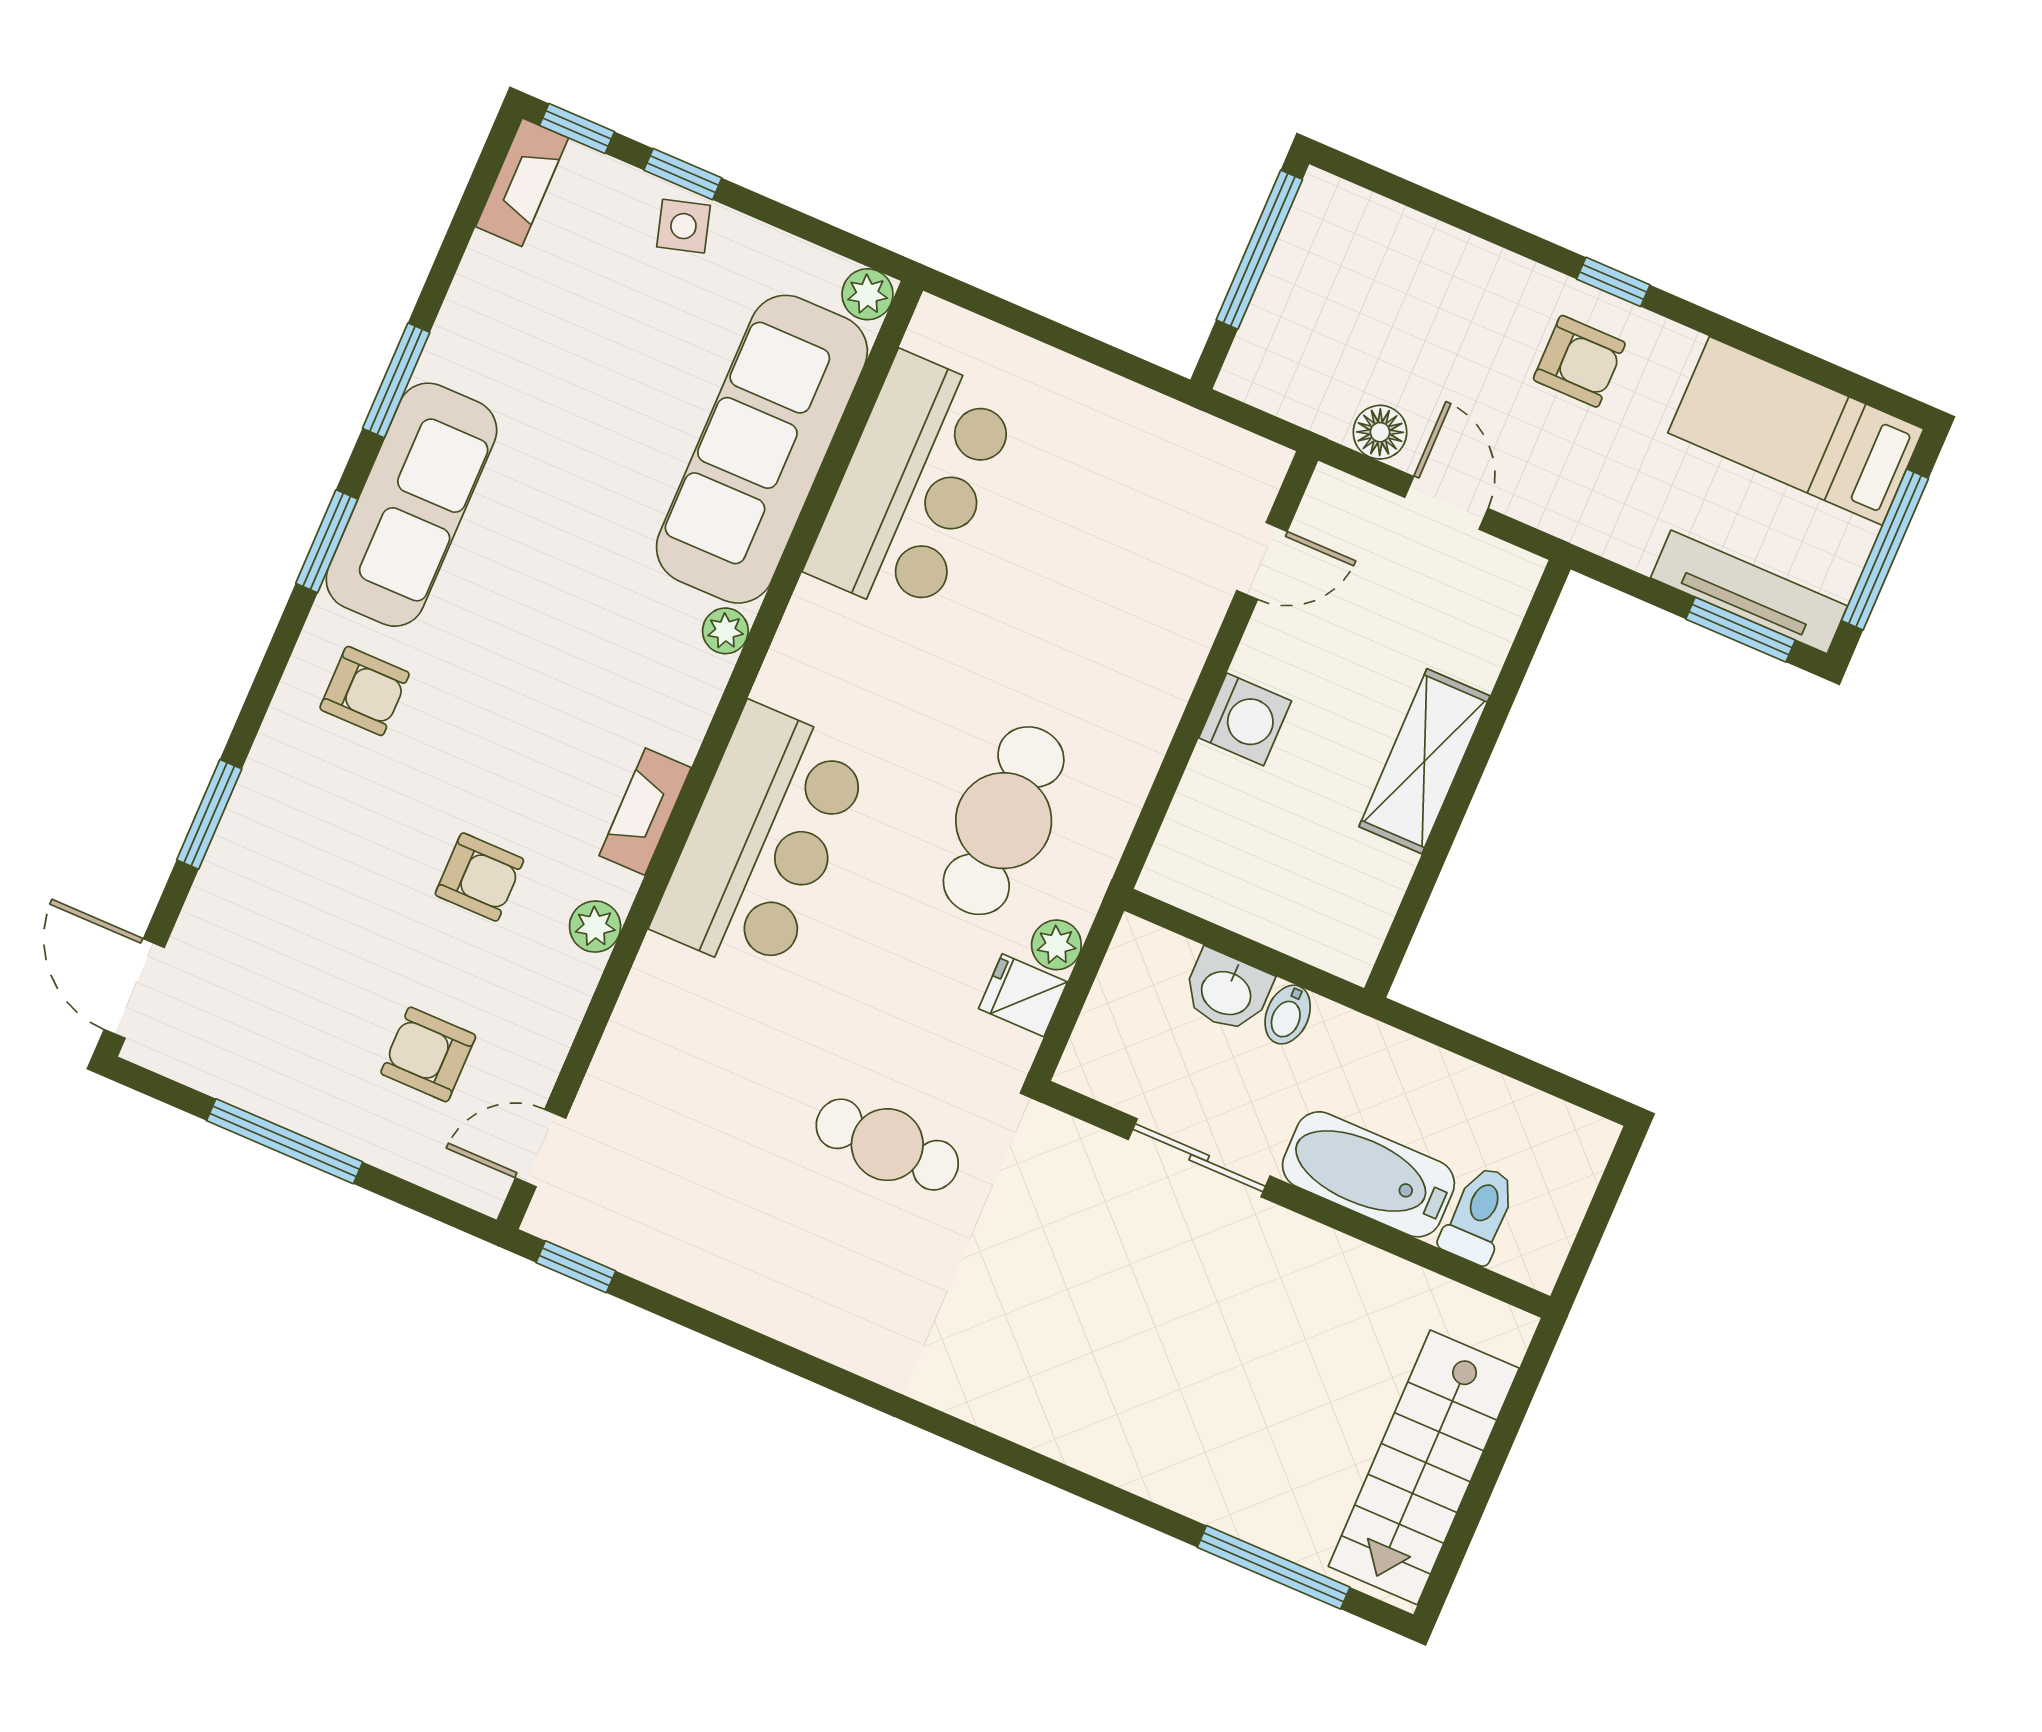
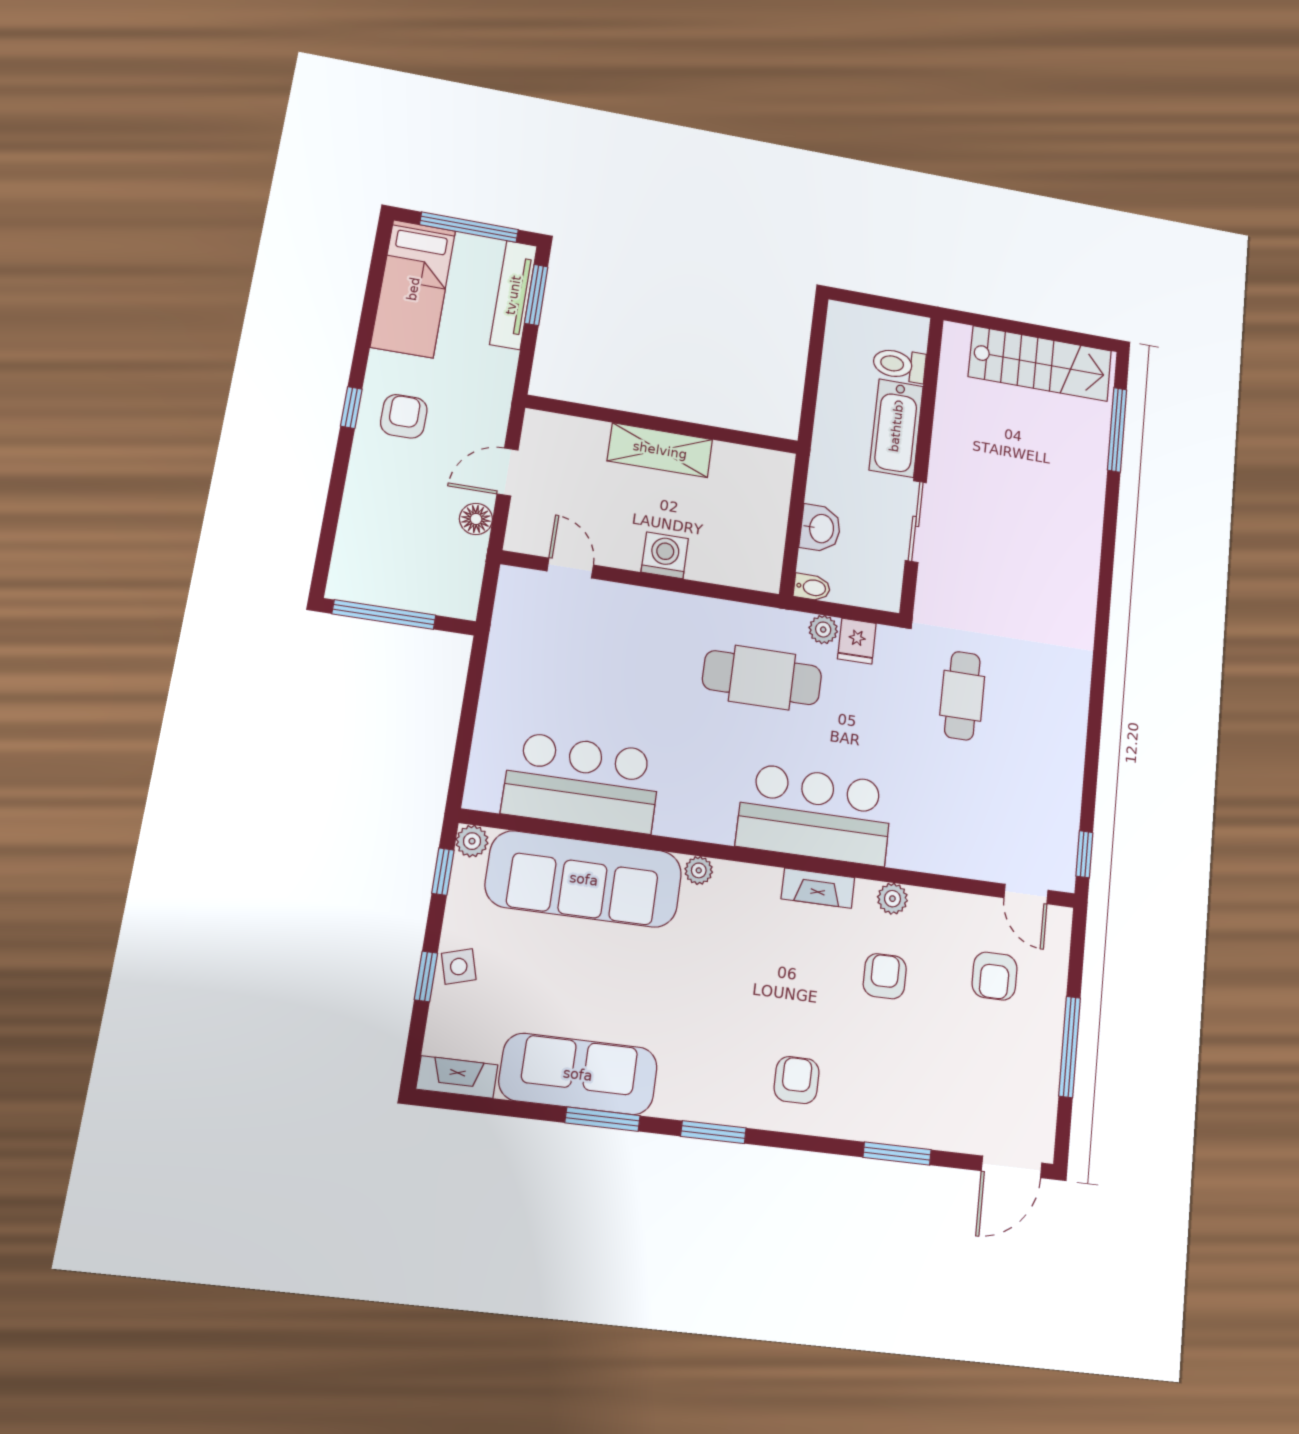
window: (577, 129) -> (443, 872), moved
sofa: (411, 505) -> (578, 1074), moved
bidet: (1288, 1015) -> (812, 587), moved

